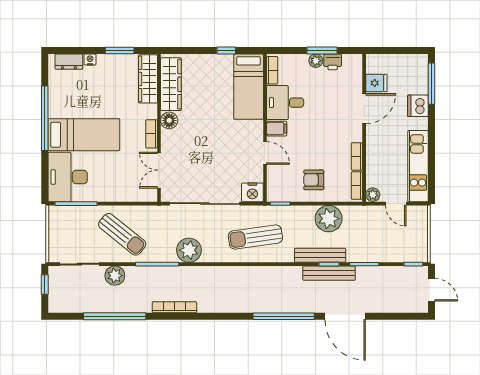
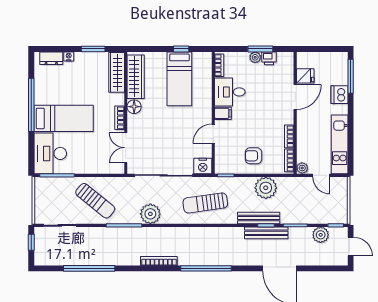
bed: (249, 87) -> (179, 79), moved
door: (265, 153) -> (213, 134), swing flipped
plant: (115, 276) -> (321, 235), moved
bookcase: (174, 307) -> (159, 261), moved
window: (284, 316) -> (206, 268), moved

